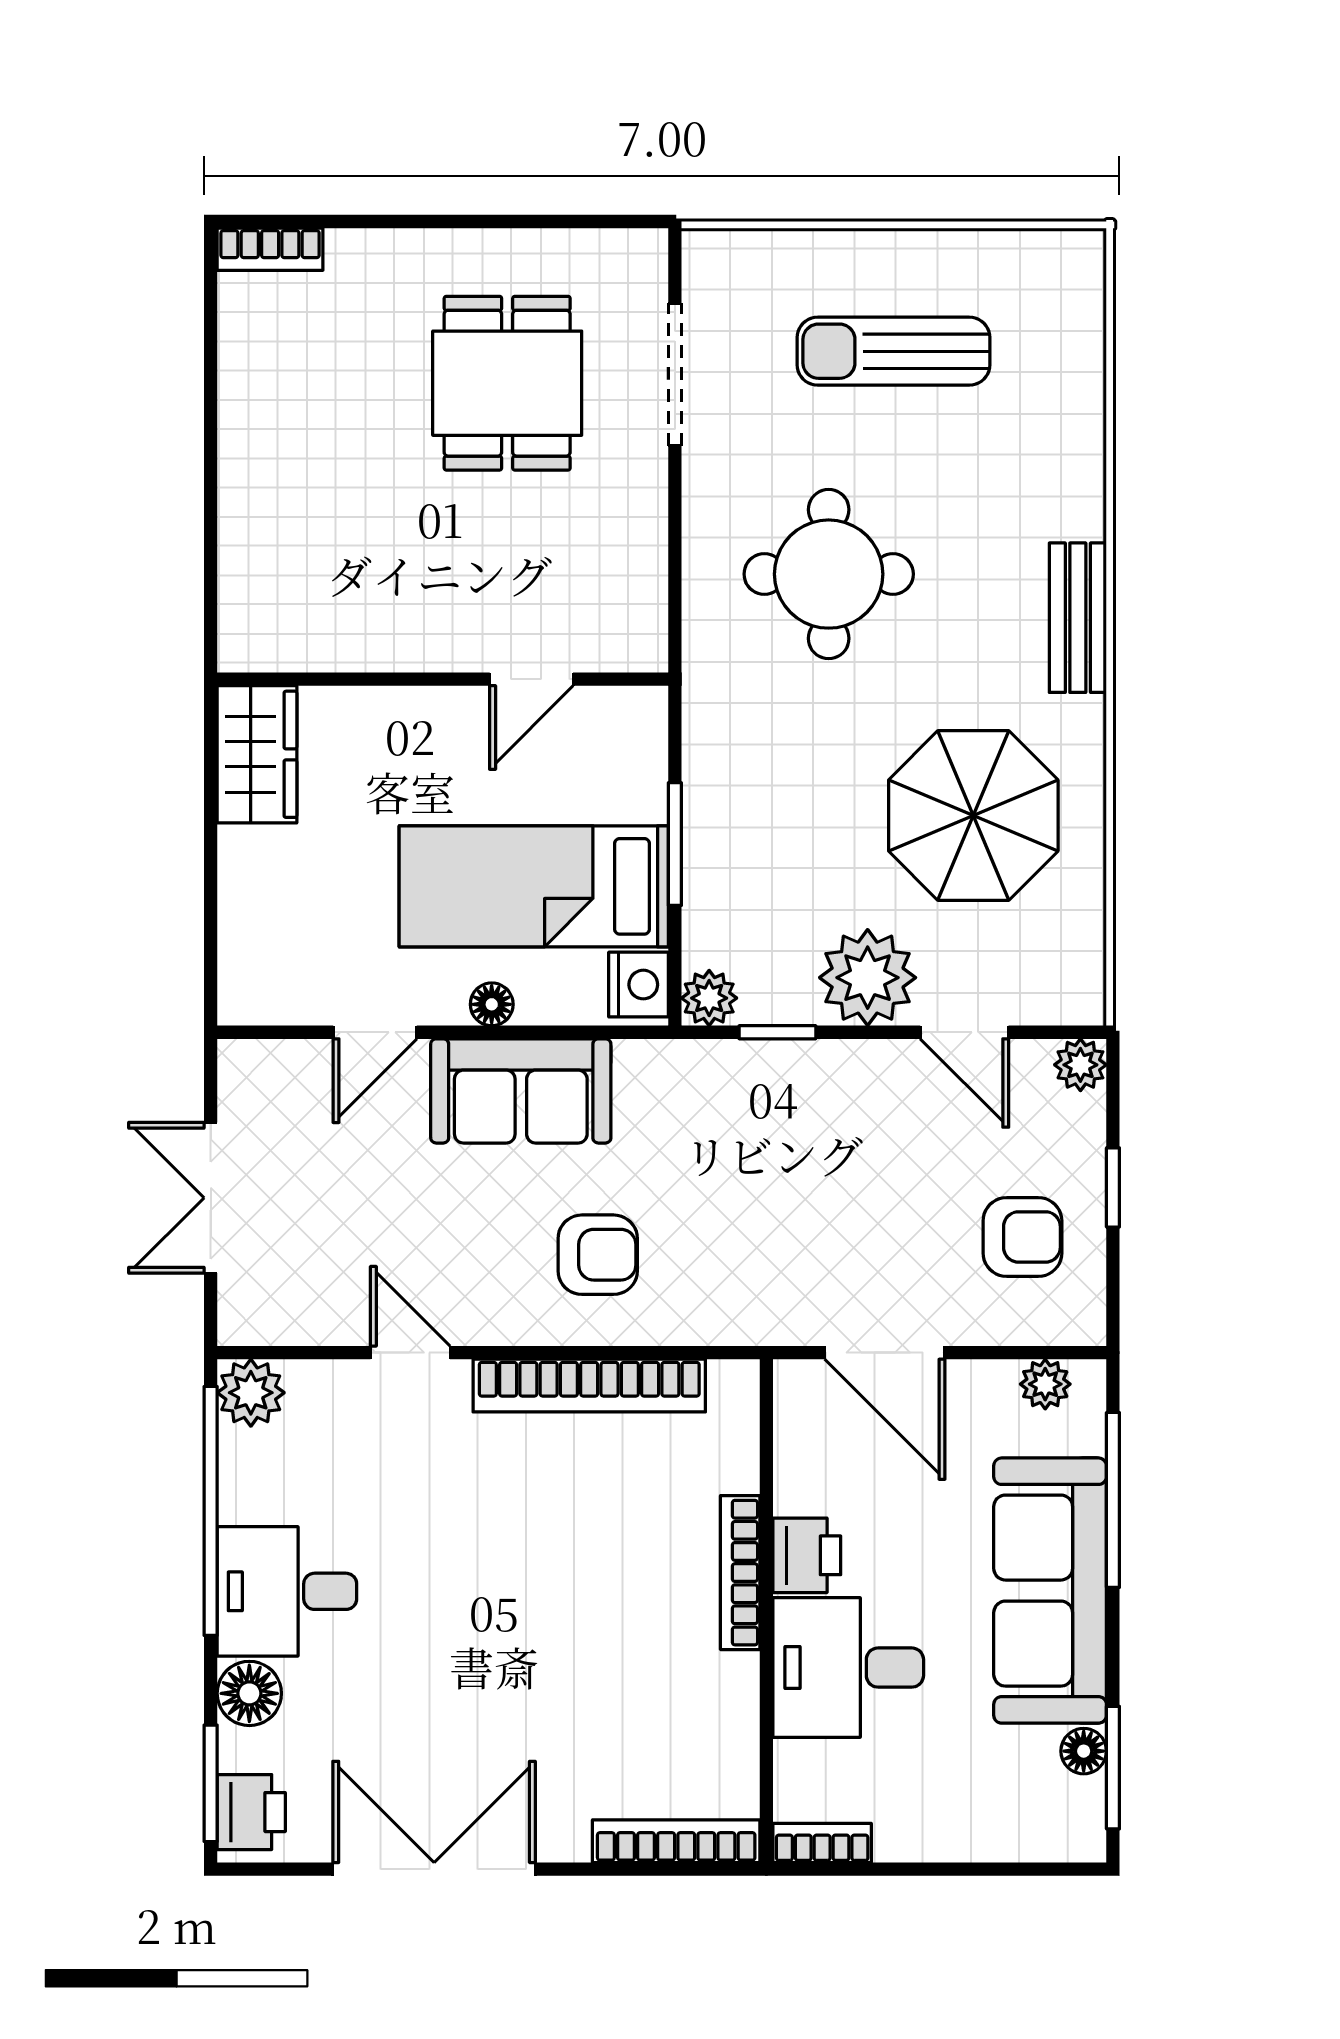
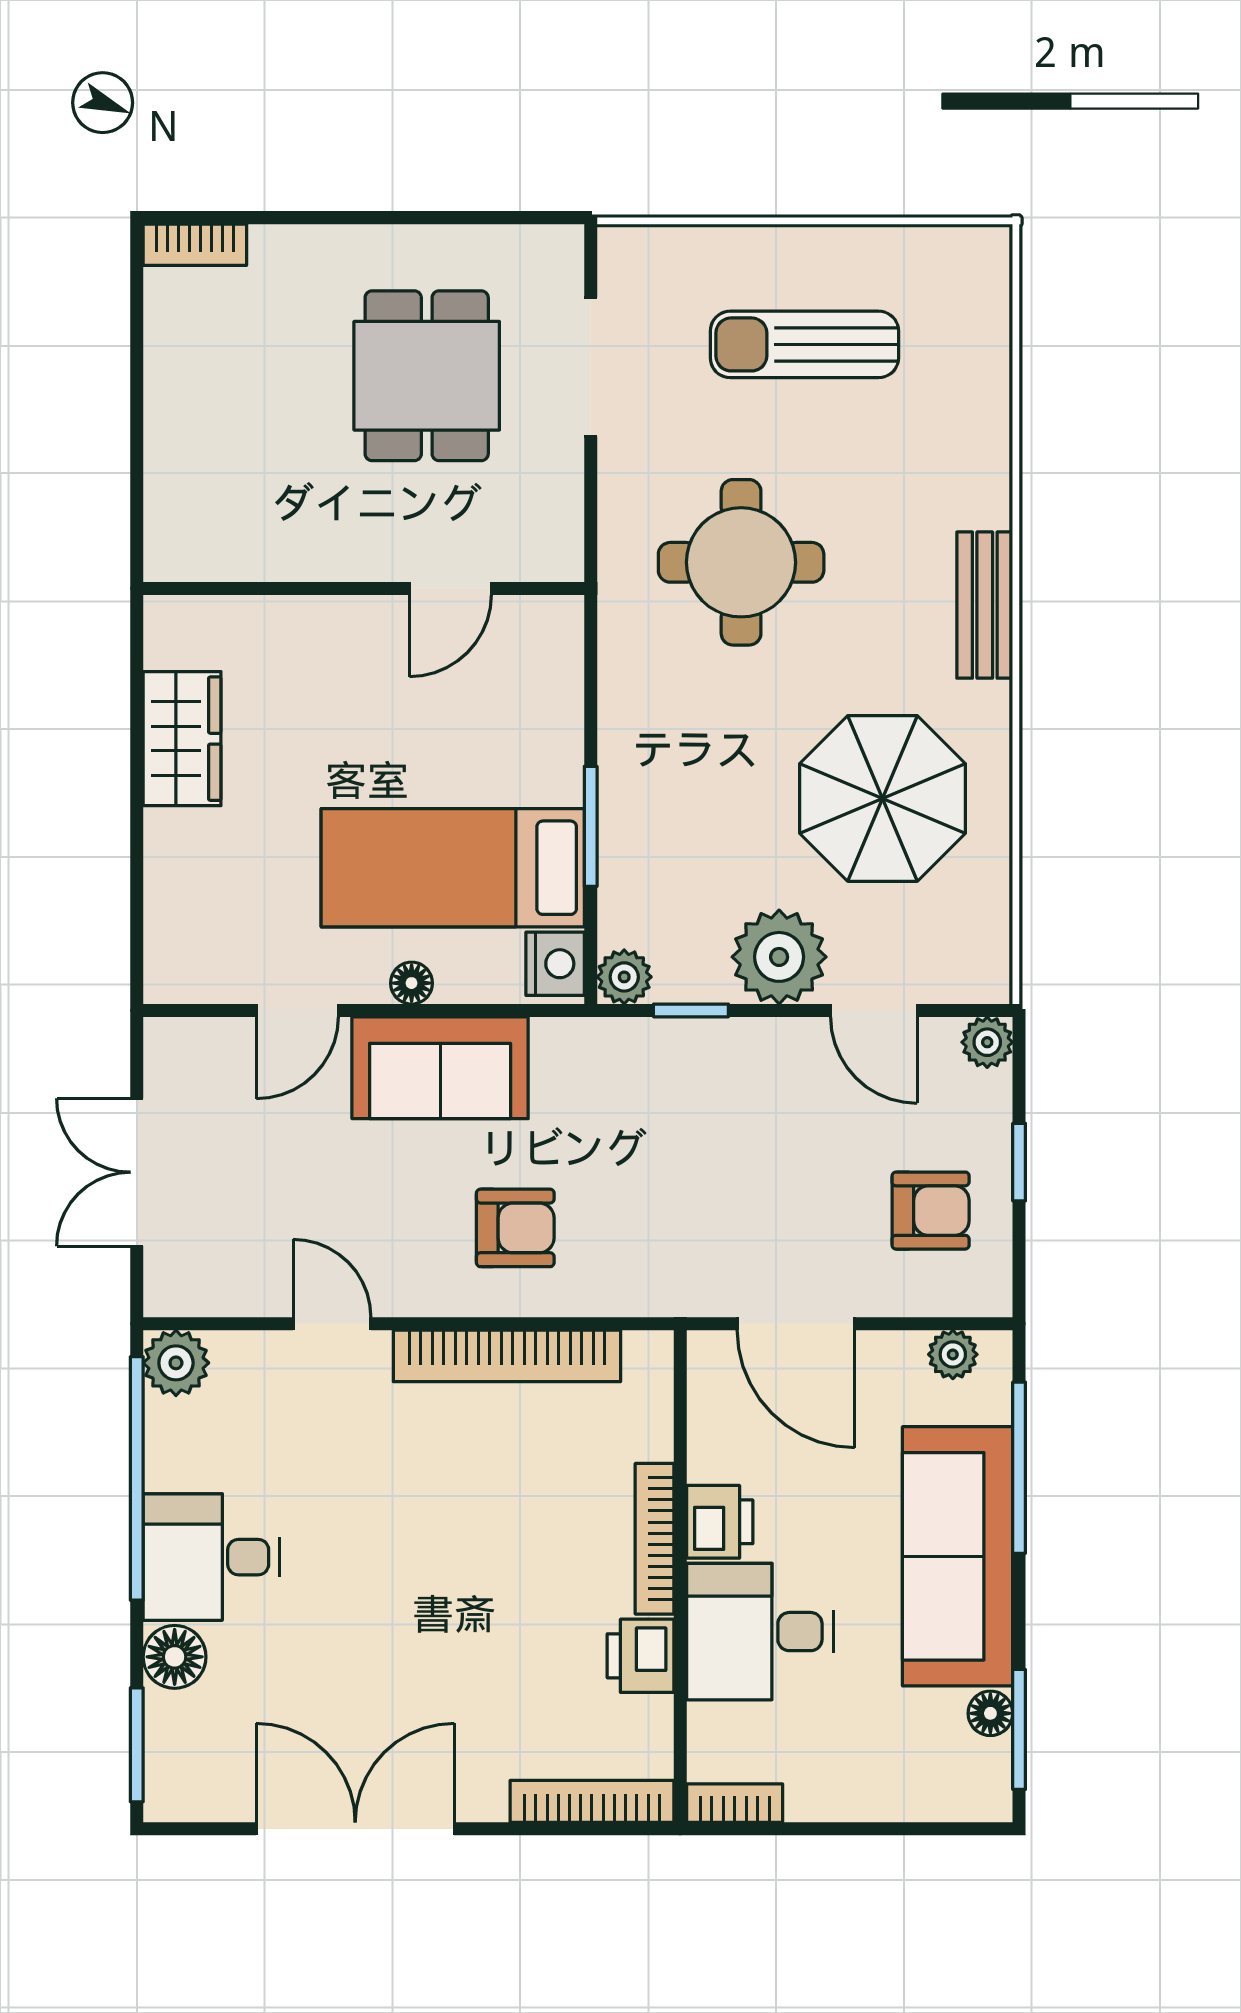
wall: (443, 679) -> (364, 588), moved
door: (531, 679) -> (450, 588), moved
printer: (251, 1812) -> (640, 1656), moved, turned 180

